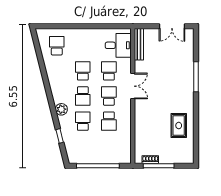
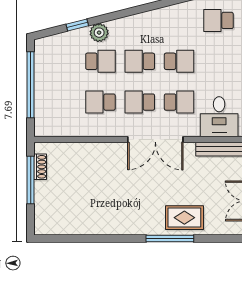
school desk: (57, 46) -> (218, 20), turned 180
double door: (133, 86) -> (155, 140), width x1.37
school desk: (109, 96) -> (140, 102), turned 180
plant: (61, 109) -> (99, 33), moved
rug: (179, 126) -> (184, 218), moved

